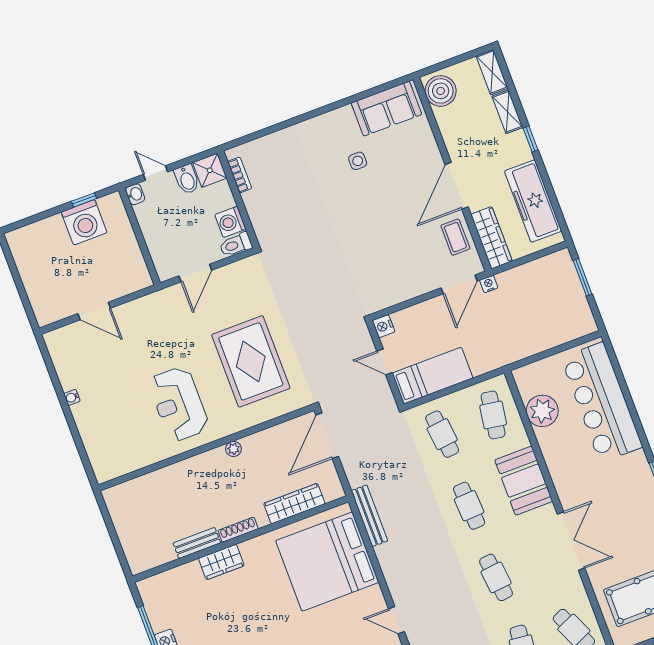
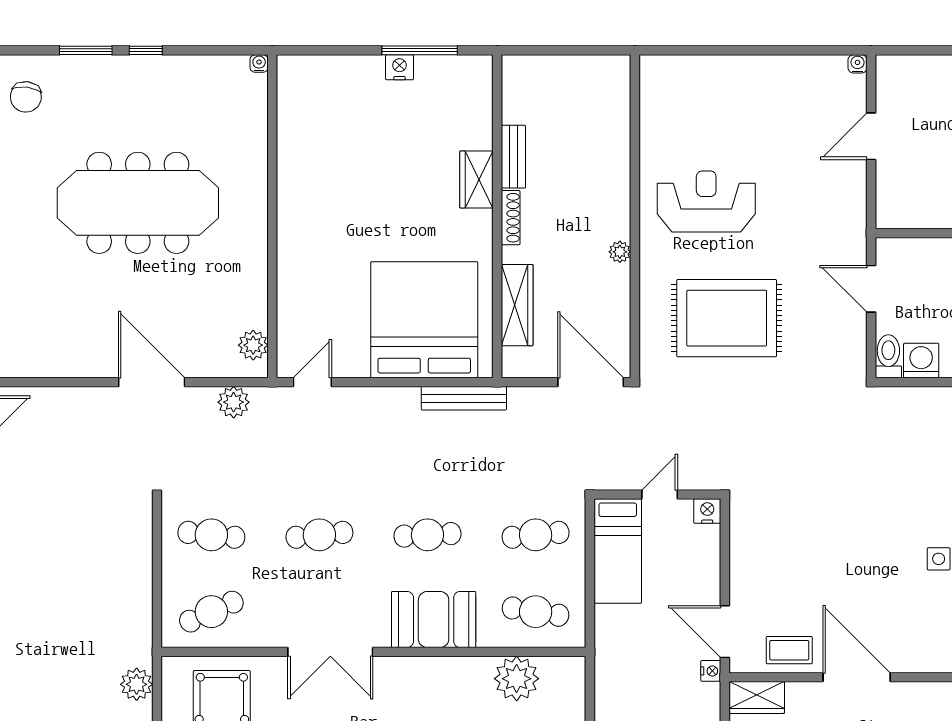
wardrobe: (491, 238) -> (757, 697), width x0.67
water cooler: (72, 397) -> (858, 64), moved

